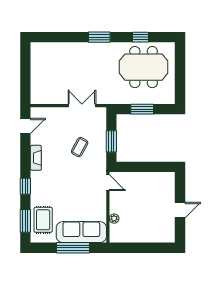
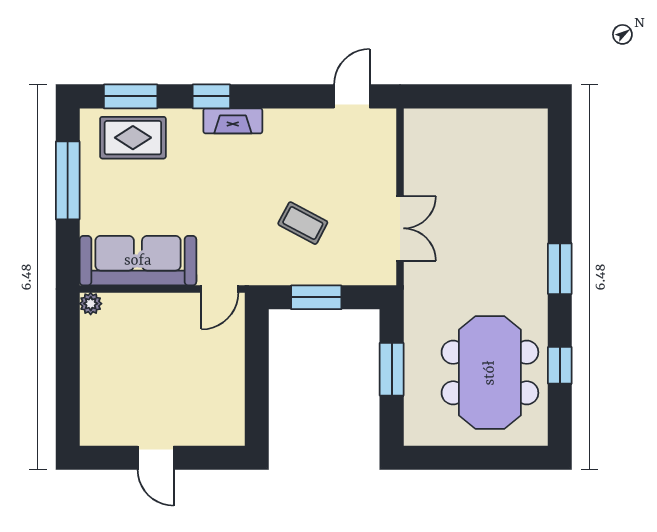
door: (25, 126) -> (352, 96), swing flipped
fireplace: (36, 158) -> (233, 121), moved
plant: (114, 219) -> (91, 304), moved
sofa: (81, 232) -> (138, 261), moved, turned -90
window: (73, 248) -> (68, 180), moved

